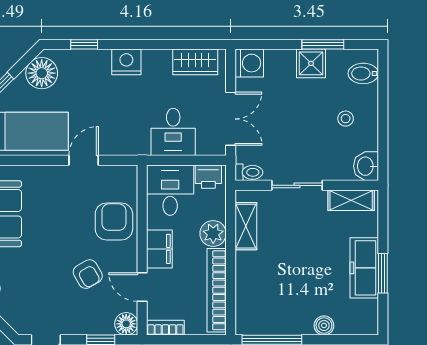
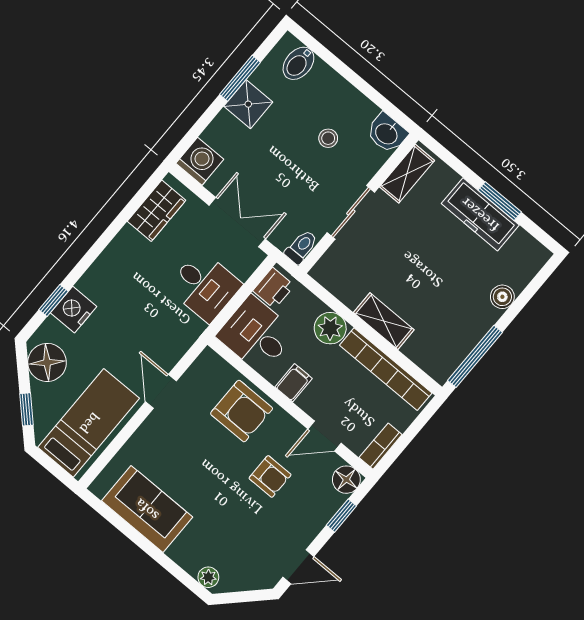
nightstand: (126, 62) -> (74, 310), moved
stool: (346, 119) -> (328, 138), moved
armchair: (114, 221) -> (242, 411), turned 180
shelving: (246, 226) -> (384, 321), moved
filing cabinet: (159, 249) -> (294, 383), width x0.50
armchair: (88, 274) -> (270, 476), turned 30

